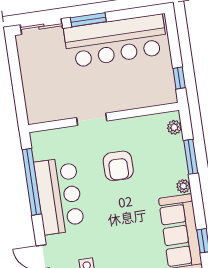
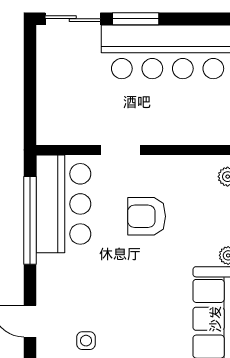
armchair: (118, 166) -> (147, 216), turned 90
bar counter: (59, 196) -> (63, 204), moved

